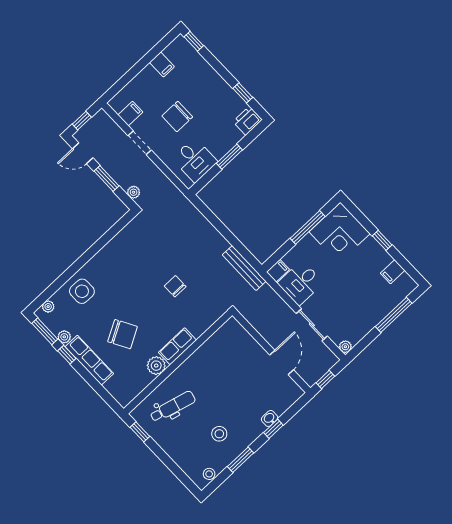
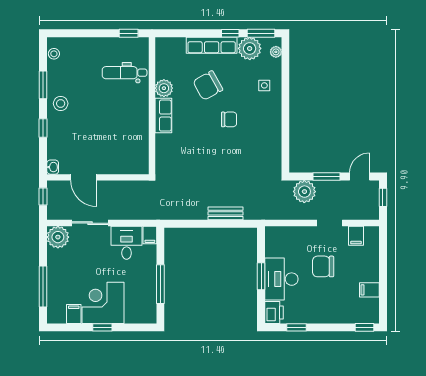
chair: (177, 116) -> (323, 266), turned -90
desk: (195, 160) -> (281, 279), moved, width x1.37
plant: (134, 192) -> (304, 192), width x1.88, depth x1.88
corner desk: (340, 233) -> (103, 303), moved
bench: (244, 268) -> (226, 213), moved, width x0.73
chair: (175, 286) -> (229, 119), moved
side table: (82, 291) -> (264, 85), width x0.54, depth x0.54
plant: (64, 337) -> (250, 48), width x1.87, depth x1.87
plant: (345, 347) -> (58, 237), width x1.87, depth x1.87
dental chair: (173, 407) -> (125, 73), turned 75
washbasin: (270, 418) -> (53, 167), moved
stool: (219, 434) -> (61, 103), moved

